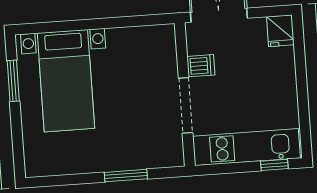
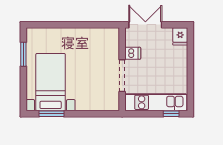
bed with nightstands: (66, 81) -> (51, 82), moved, turned 180
window: (126, 176) -> (51, 114), moved

